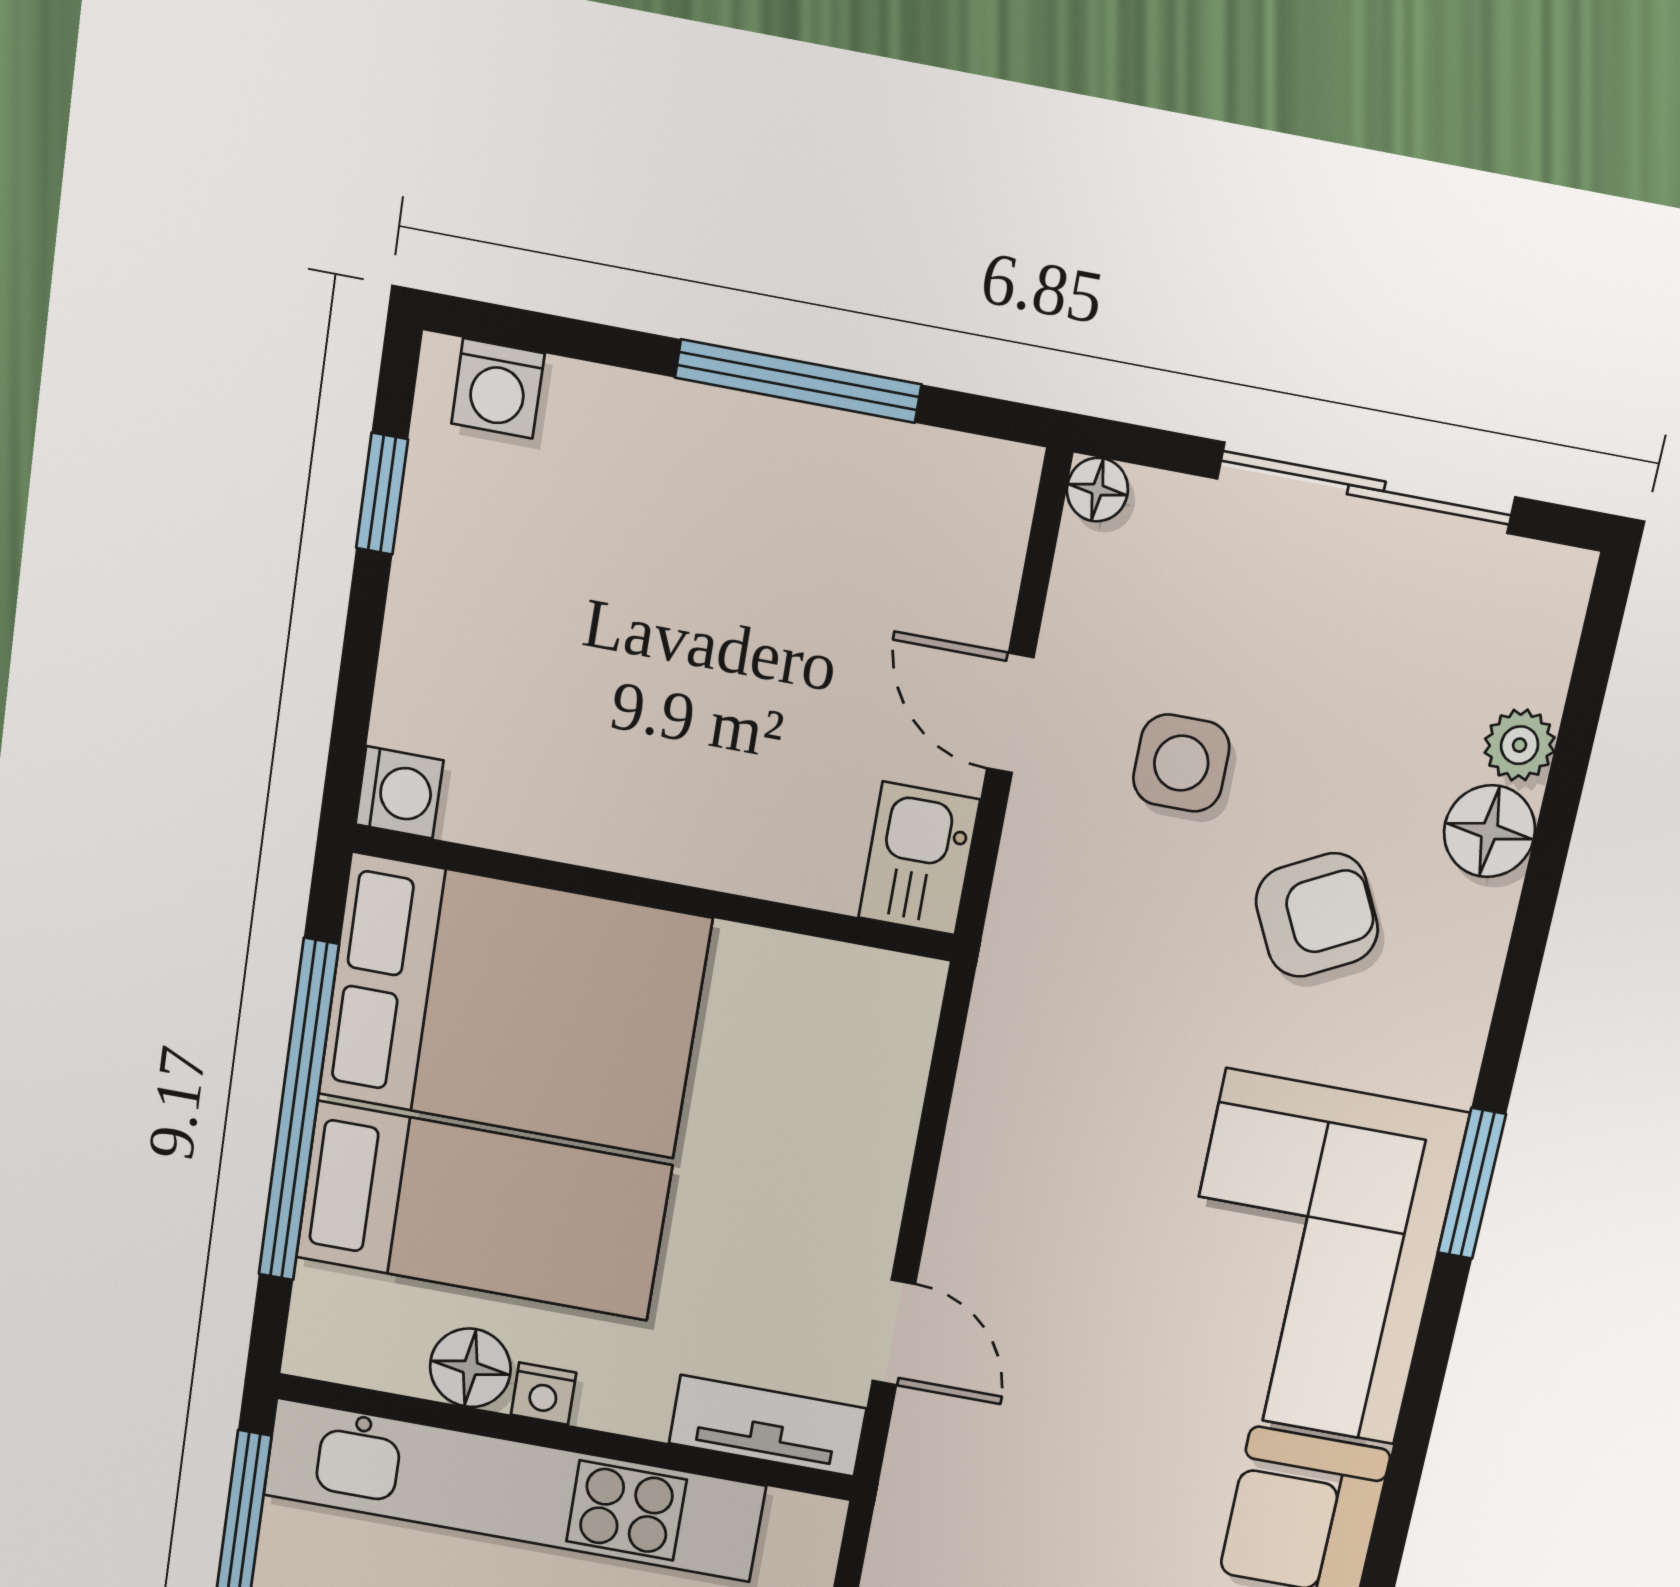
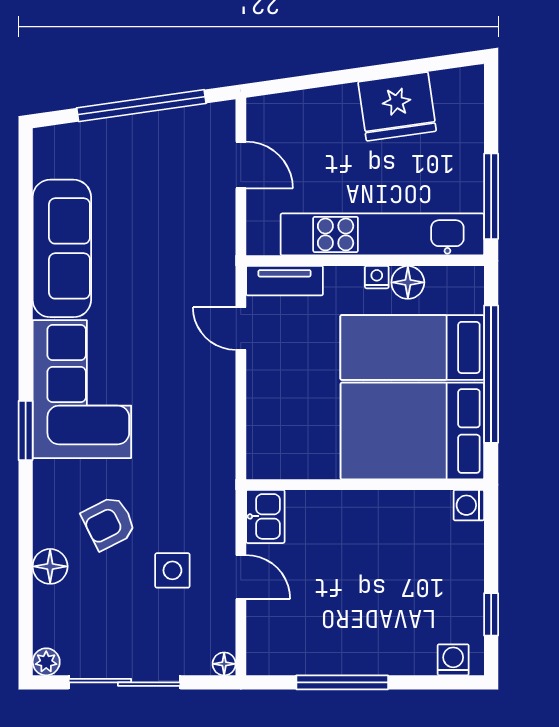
plant: (1520, 745) -> (46, 662), moved

